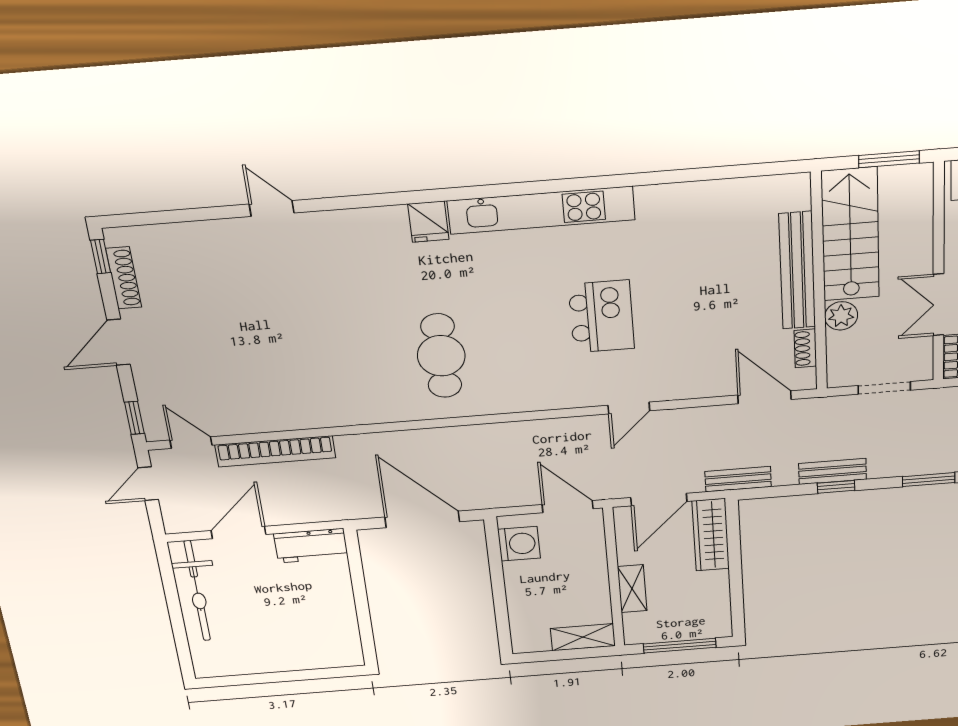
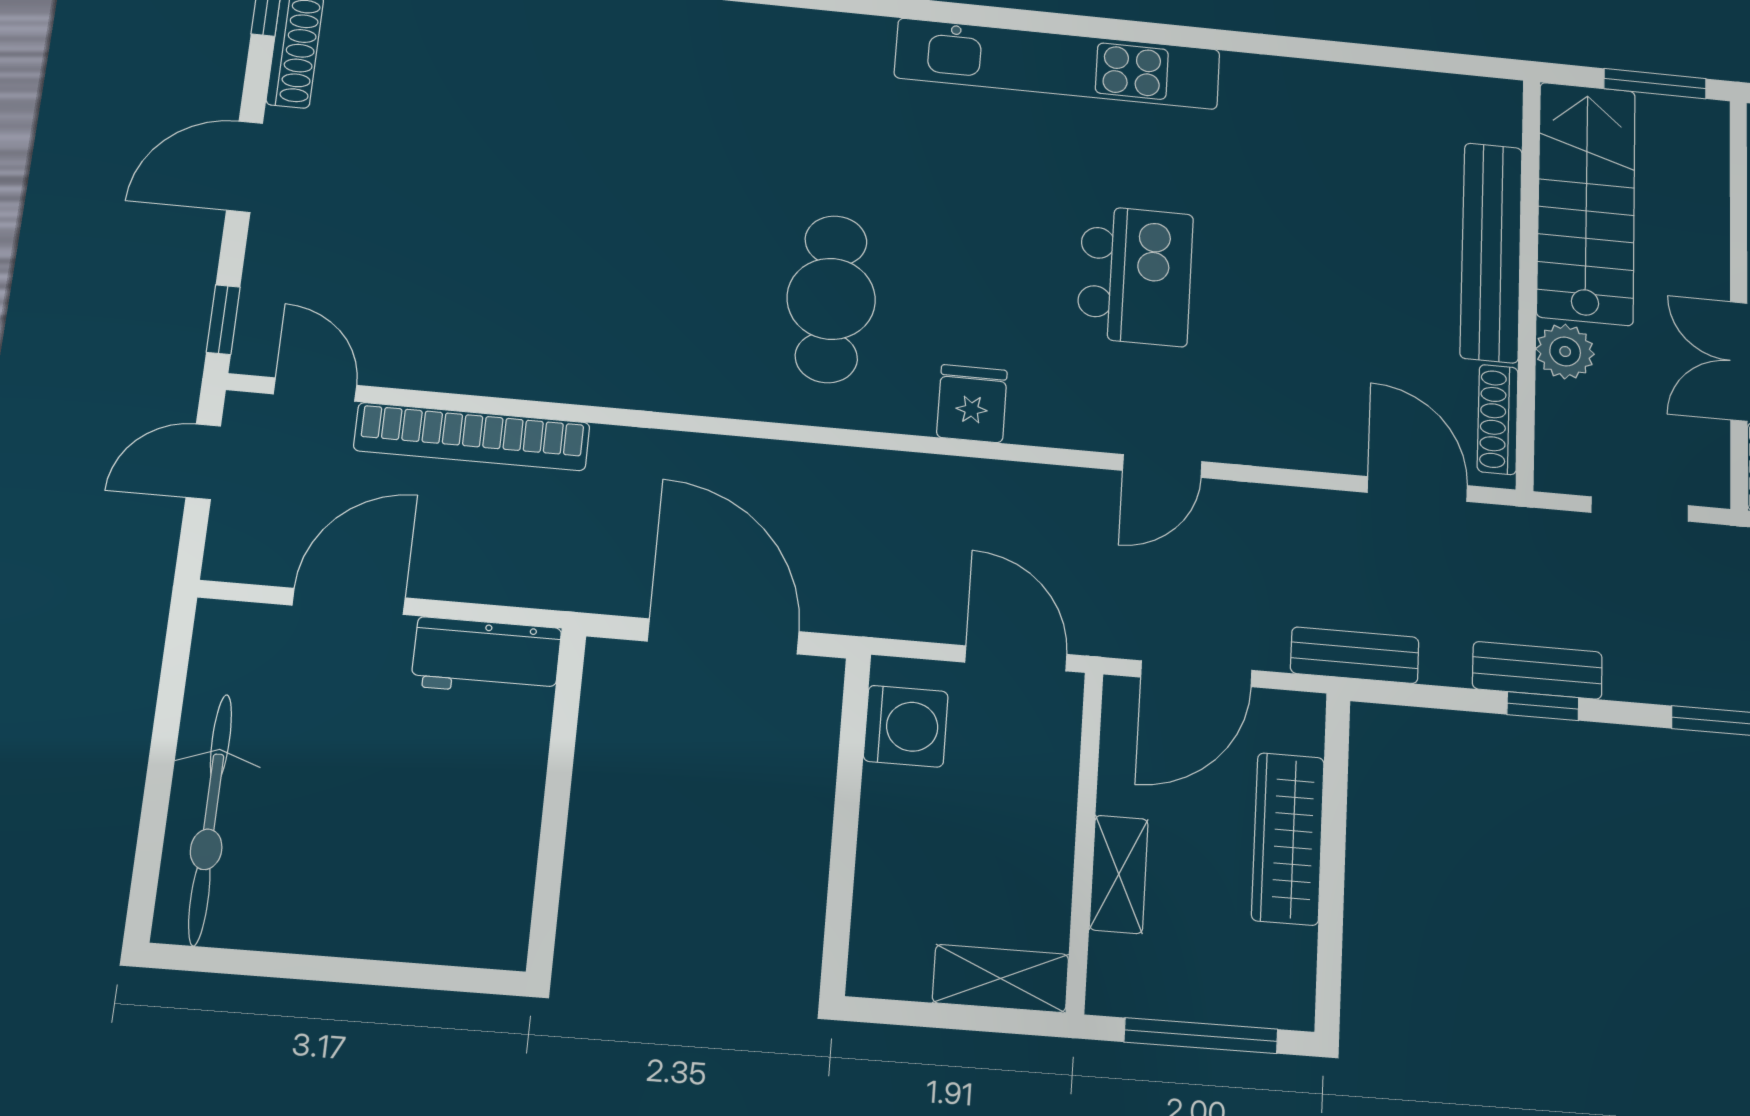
fridge: (428, 222) -> (972, 404), moved, turned 180
shoe rack: (805, 348) -> (1498, 419), width x1.43
wardrobe: (711, 535) -> (1288, 839), moved
bicycle: (197, 591) -> (210, 819), moved

